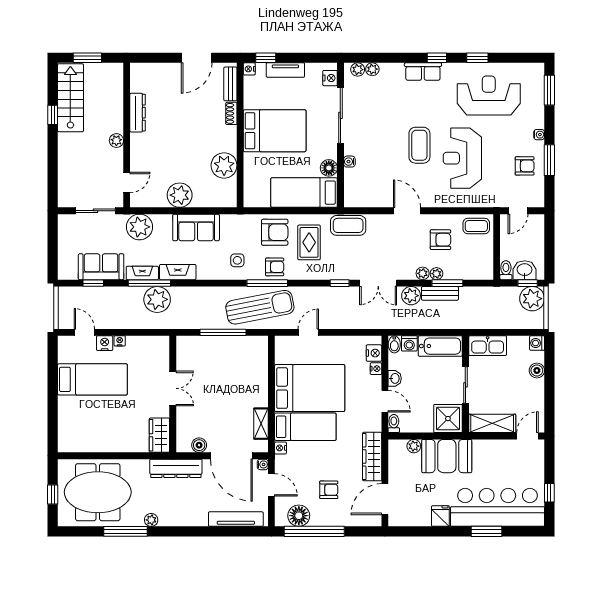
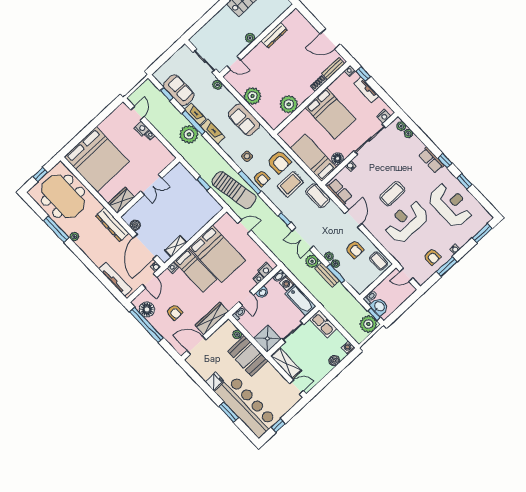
row of seats: (365, 199) -> (339, 192), added
plant: (139, 227) -> (217, 85), width x0.53, depth x0.53
window: (223, 332) -> (204, 183), width x0.46
bed: (92, 379) -> (97, 159), moved, width x2.04

